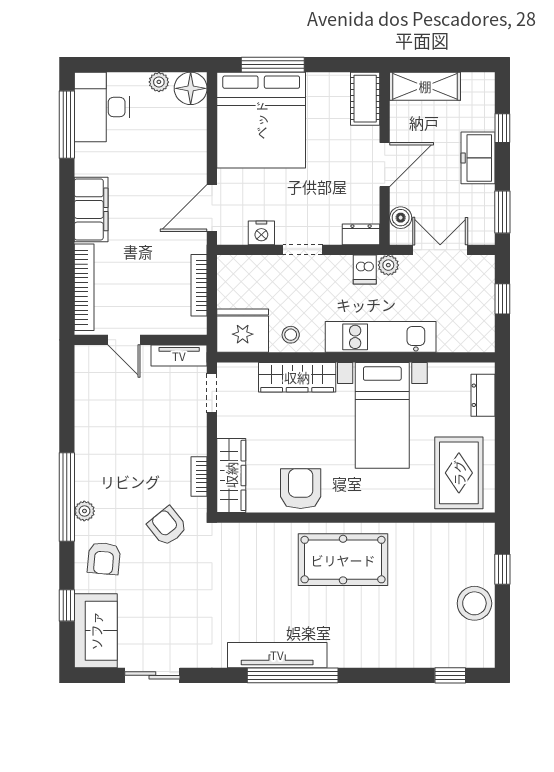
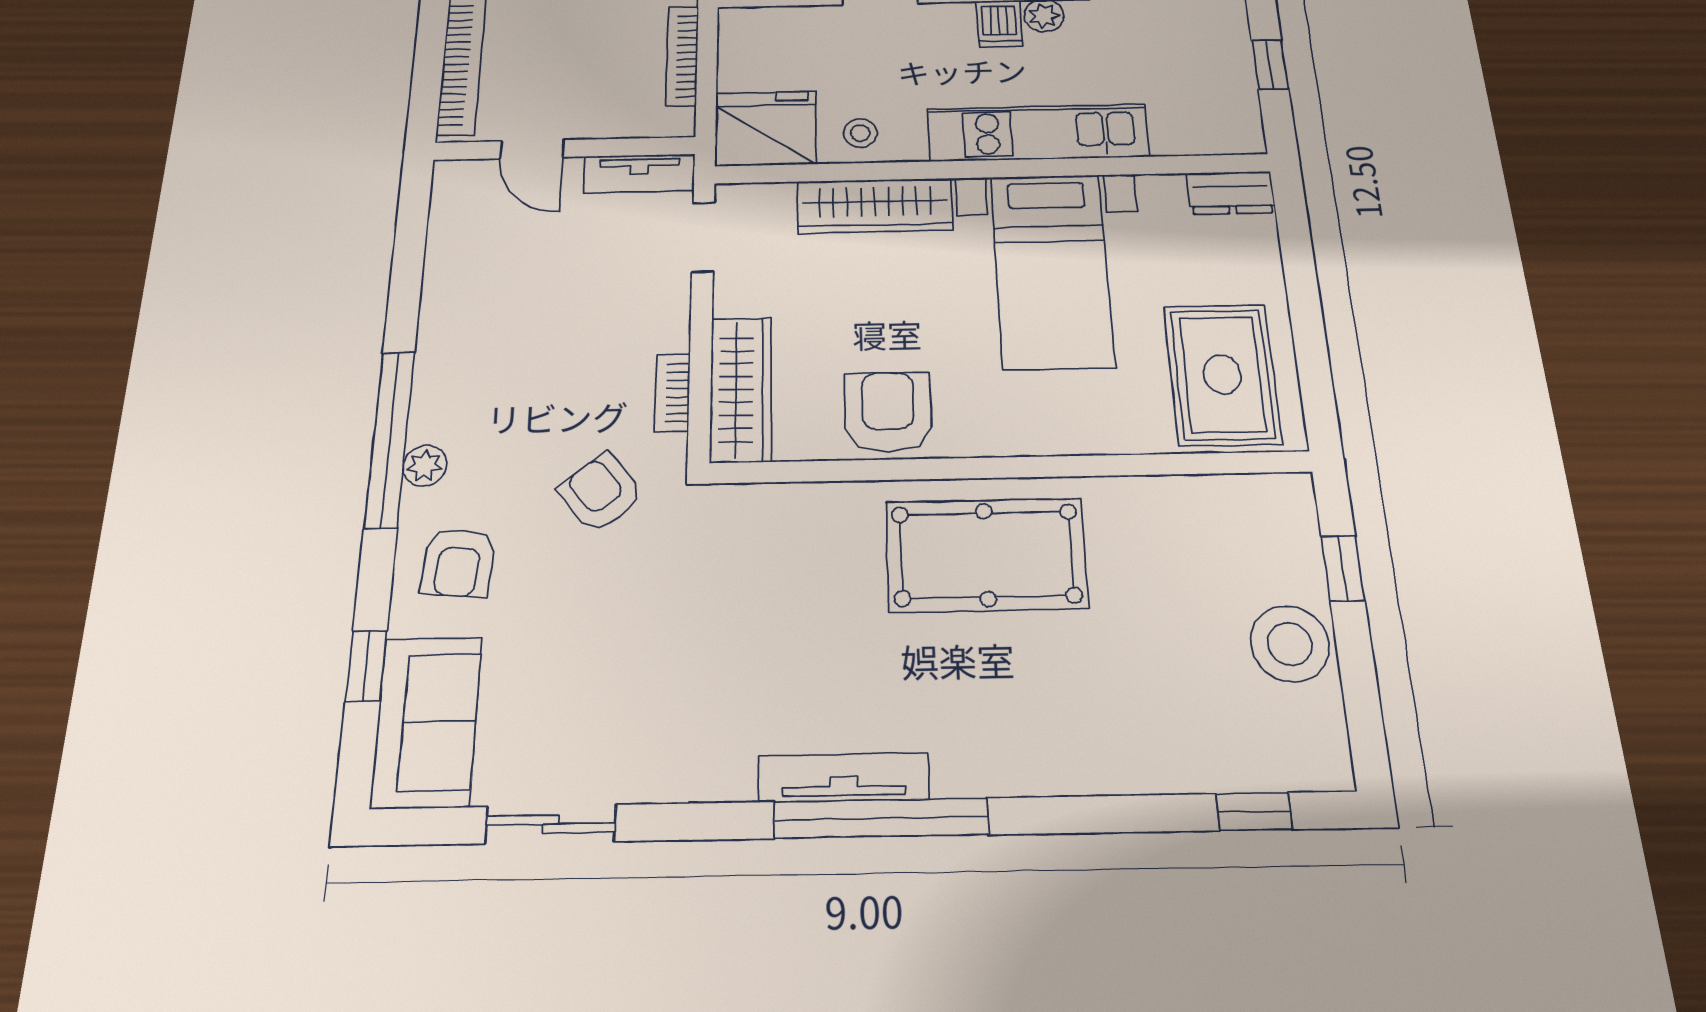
dresser: (483, 395) -> (1231, 193), moved, turned -90
tv unit: (277, 655) -> (844, 777), width x0.73, depth x0.78

